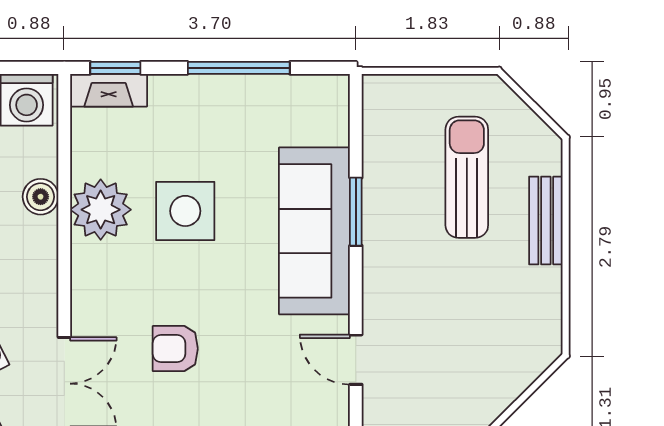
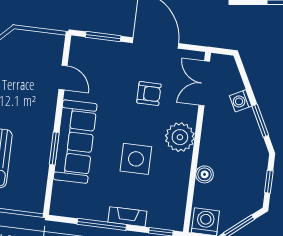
fireplace: (109, 90) -> (127, 217), moved
plant: (101, 210) -> (180, 137), moved

